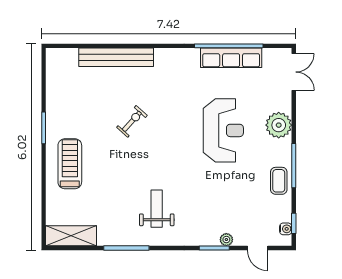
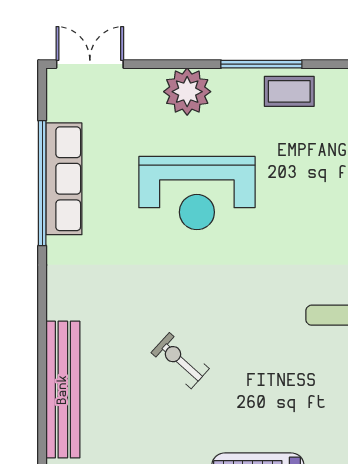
reception desk: (223, 130) -> (197, 193), turned 180

